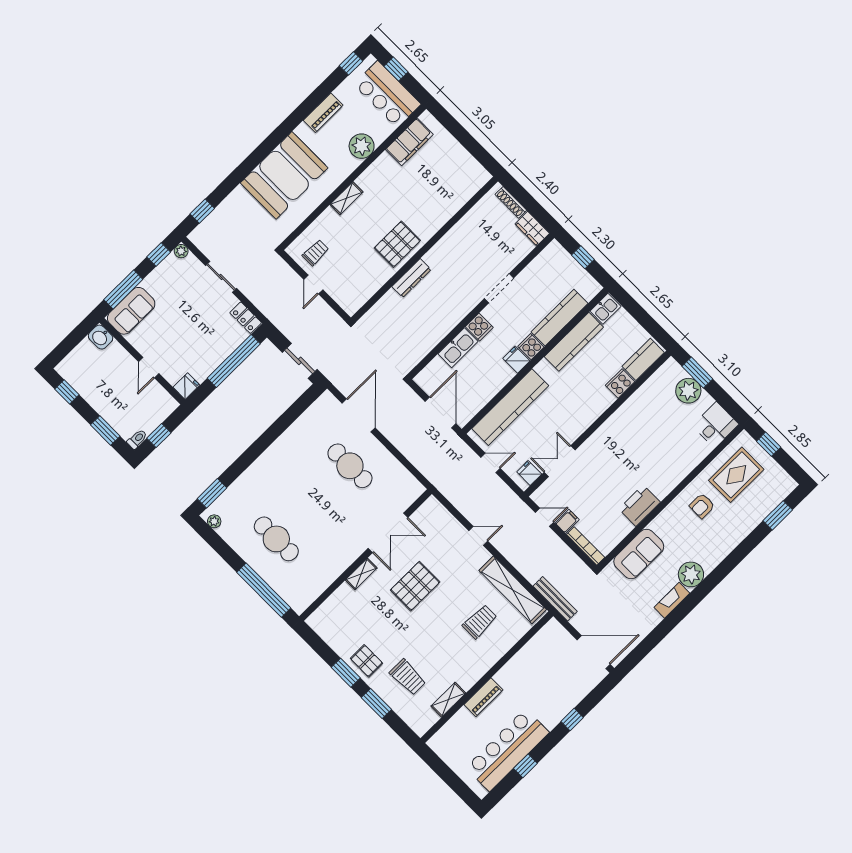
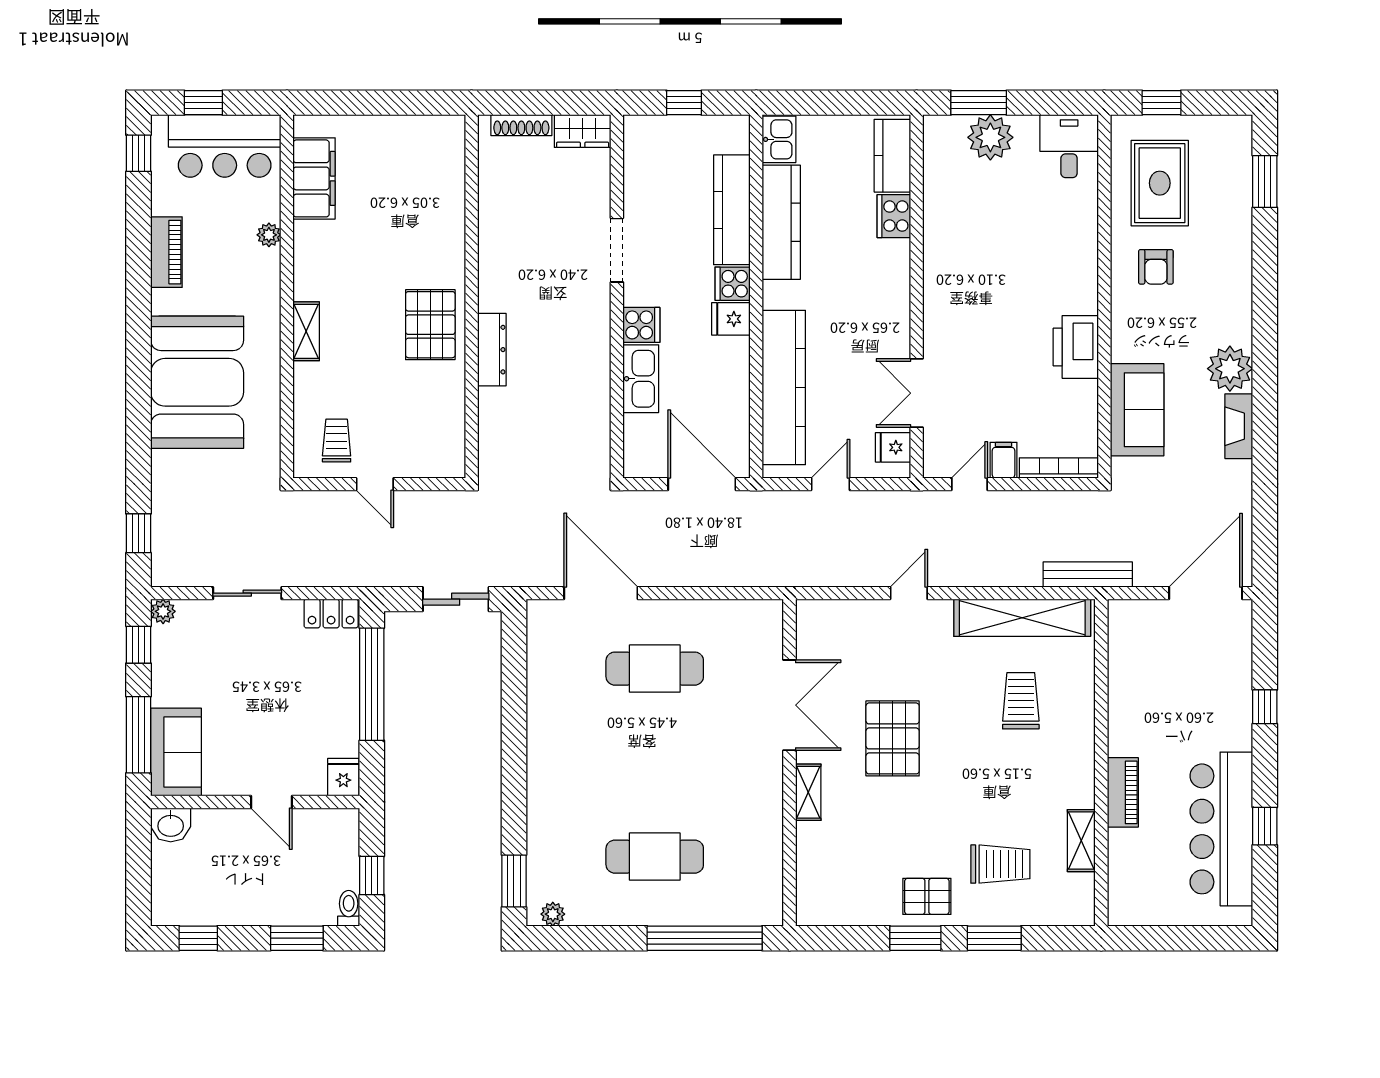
plant: (362, 146) -> (269, 235), width x0.53, depth x0.53

